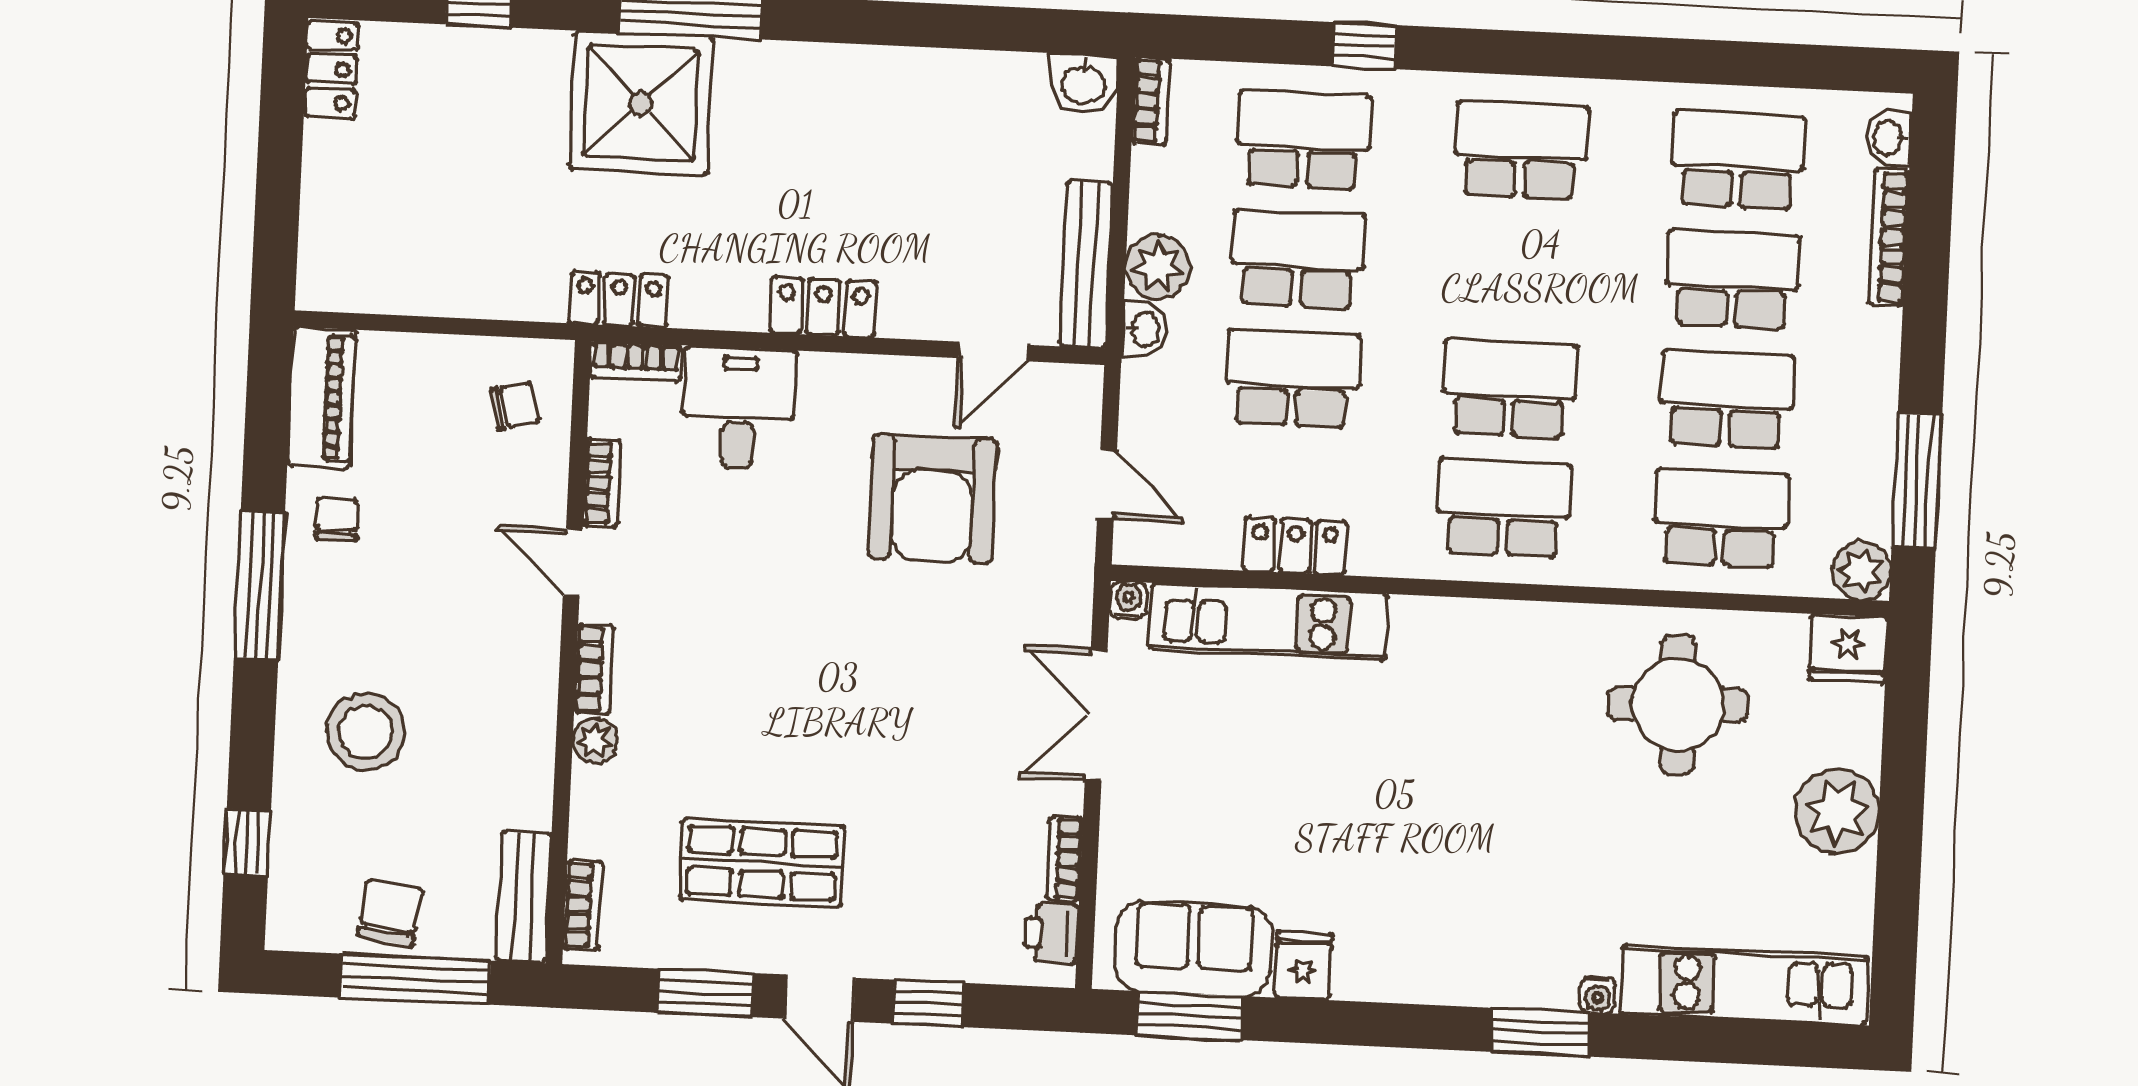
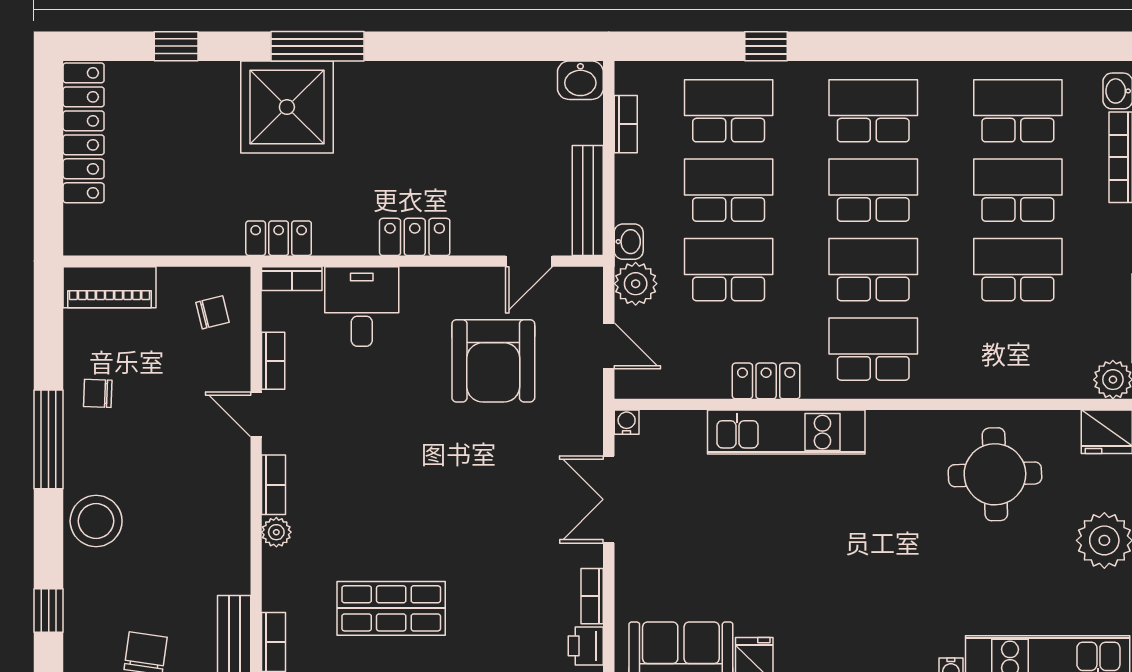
locker: (331, 69) -> (84, 133), width x2.16, depth x1.21
bookcase: (1151, 101) -> (626, 124), moved
plant: (1158, 267) -> (636, 284), moved
piano: (322, 398) -> (110, 287), moved, turned 90
school desk: (1721, 518) -> (873, 190), moved
chair: (337, 519) -> (98, 393), turned -88
locker: (1295, 546) -> (766, 381), moved
kitchen unit: (1269, 622) -> (786, 432), moved
stool: (366, 732) -> (96, 521), moved

